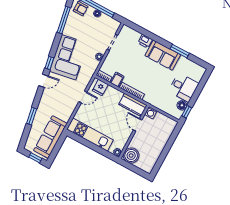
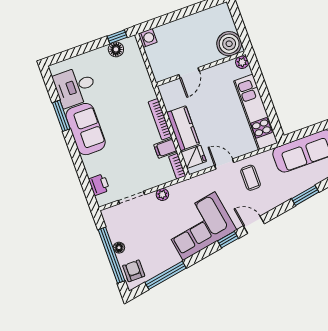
printer: (145, 41) -> (99, 185), moved
desk: (184, 87) -> (75, 87), moved, turned -90
coffee table: (65, 102) -> (251, 178), added
kitchen counter: (133, 105) -> (183, 128), moved
washing machine: (151, 113) -> (148, 38), moved

